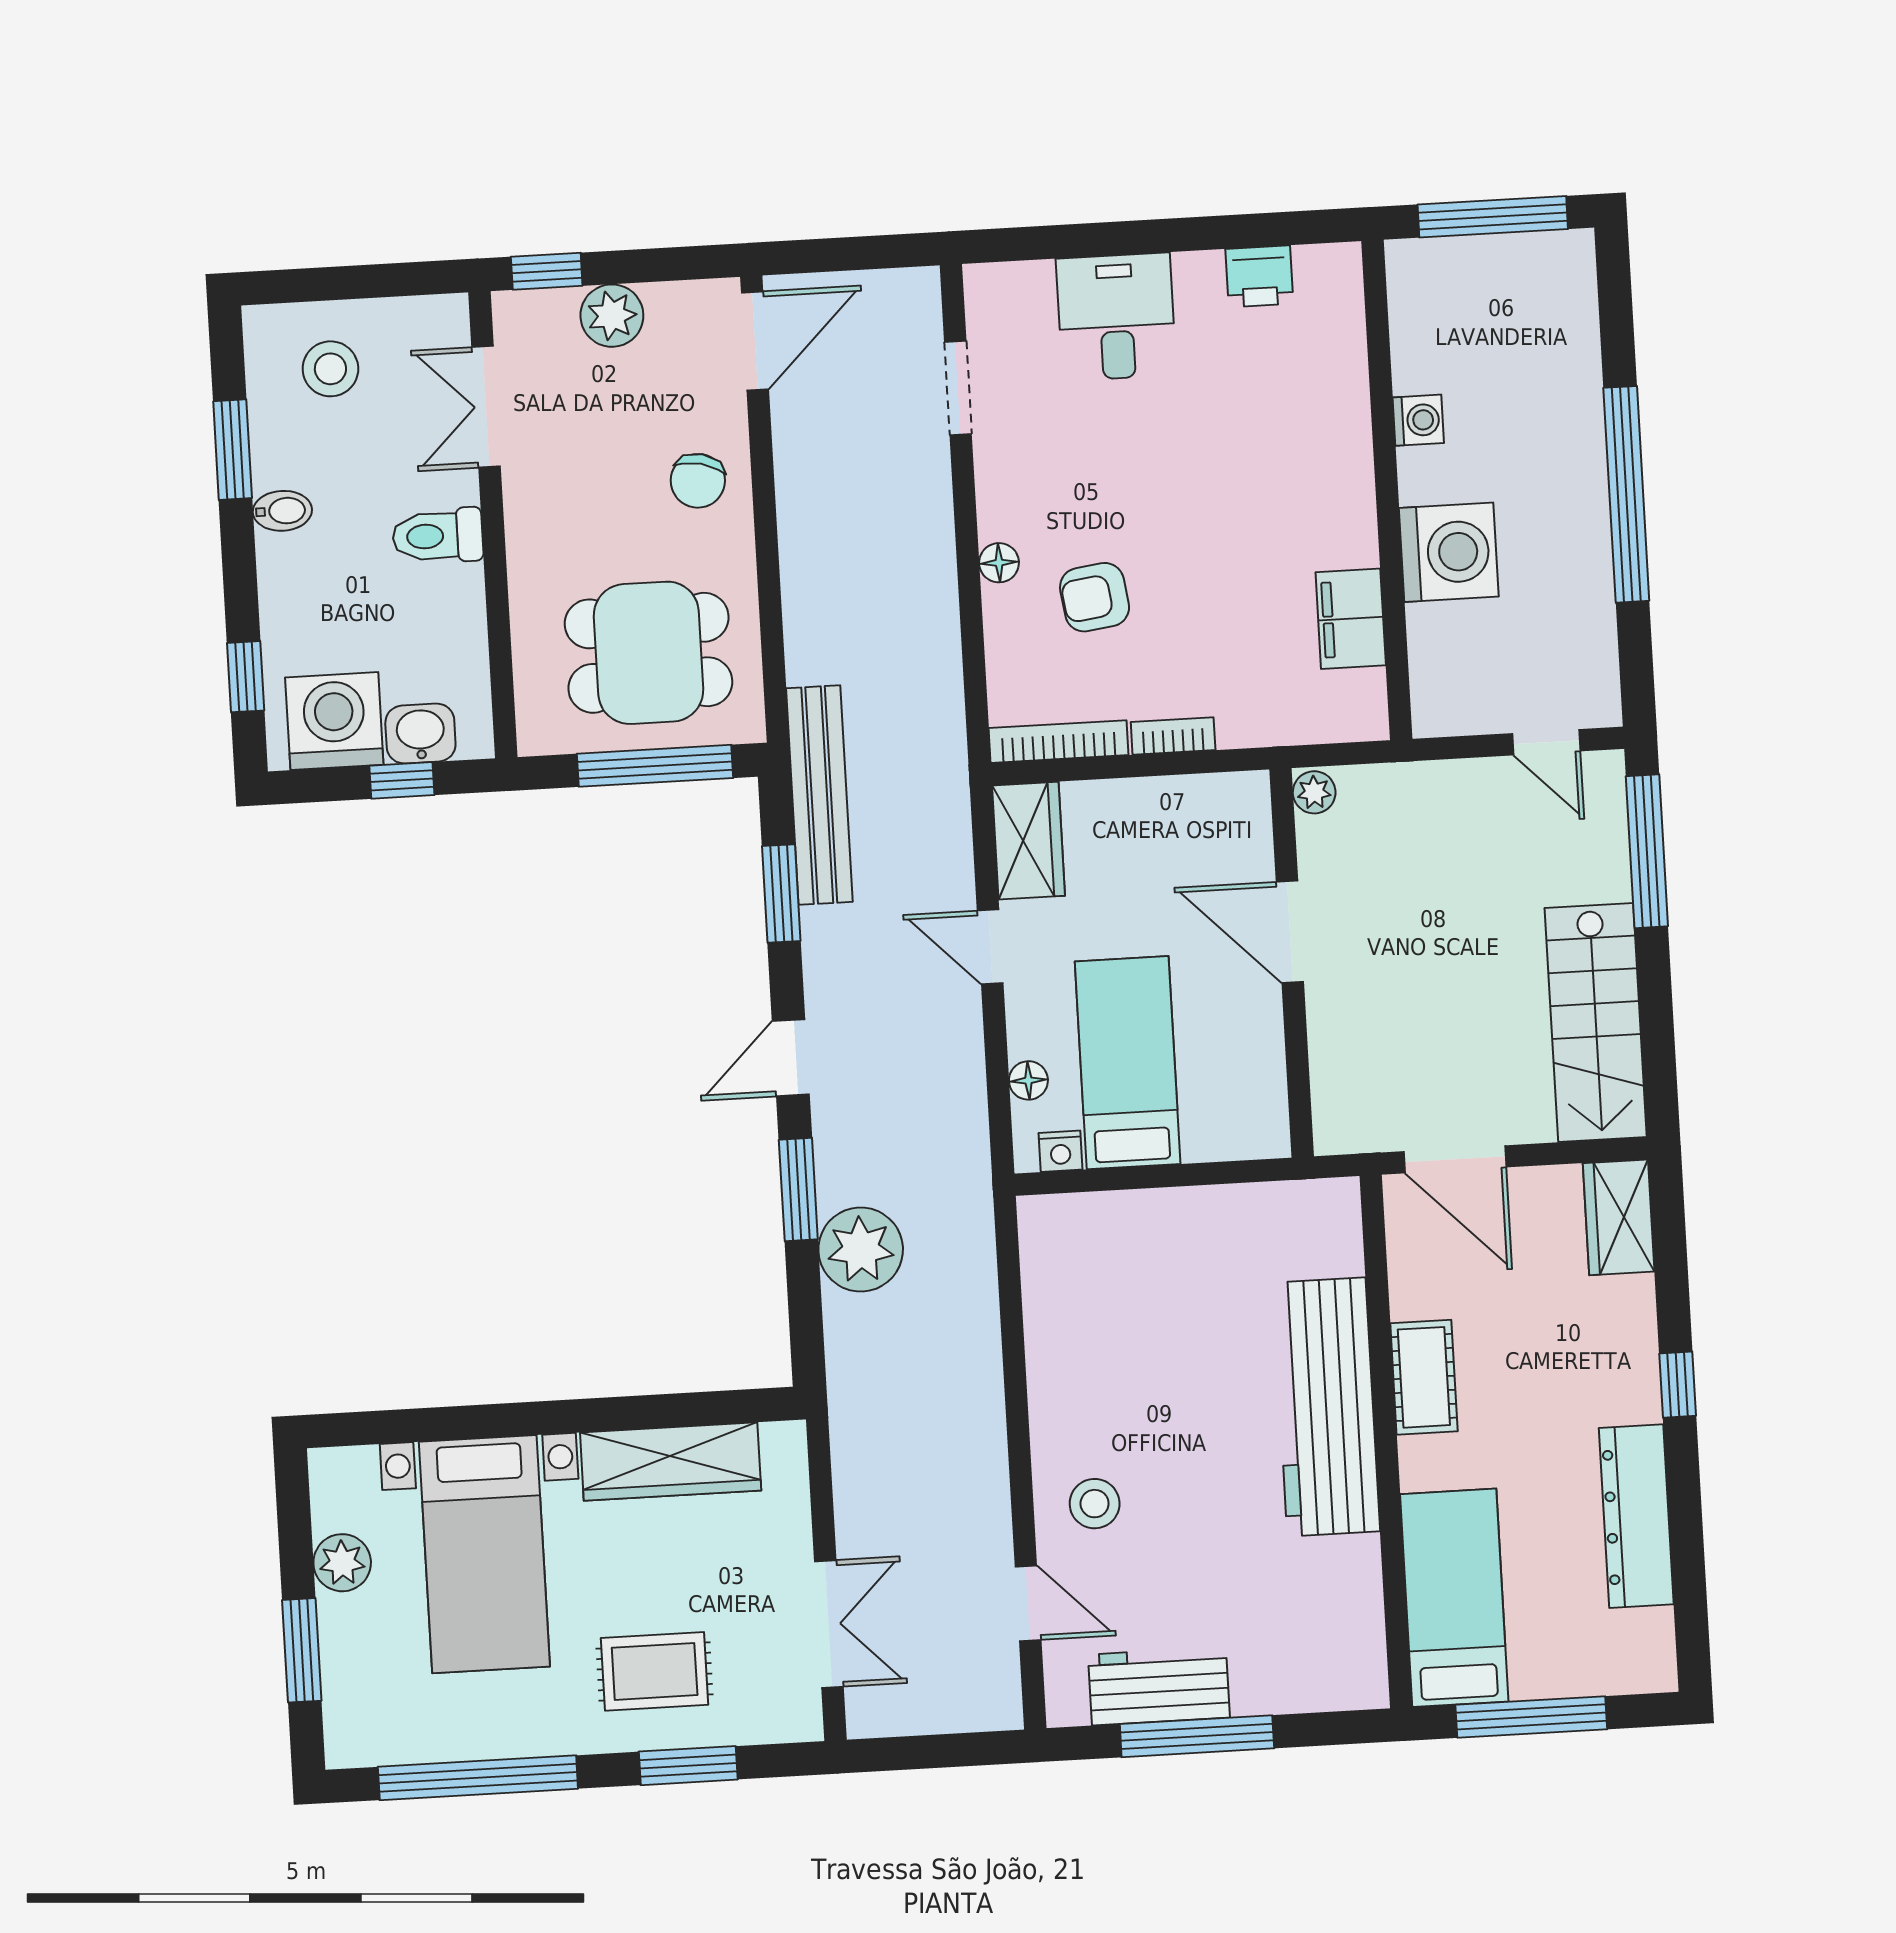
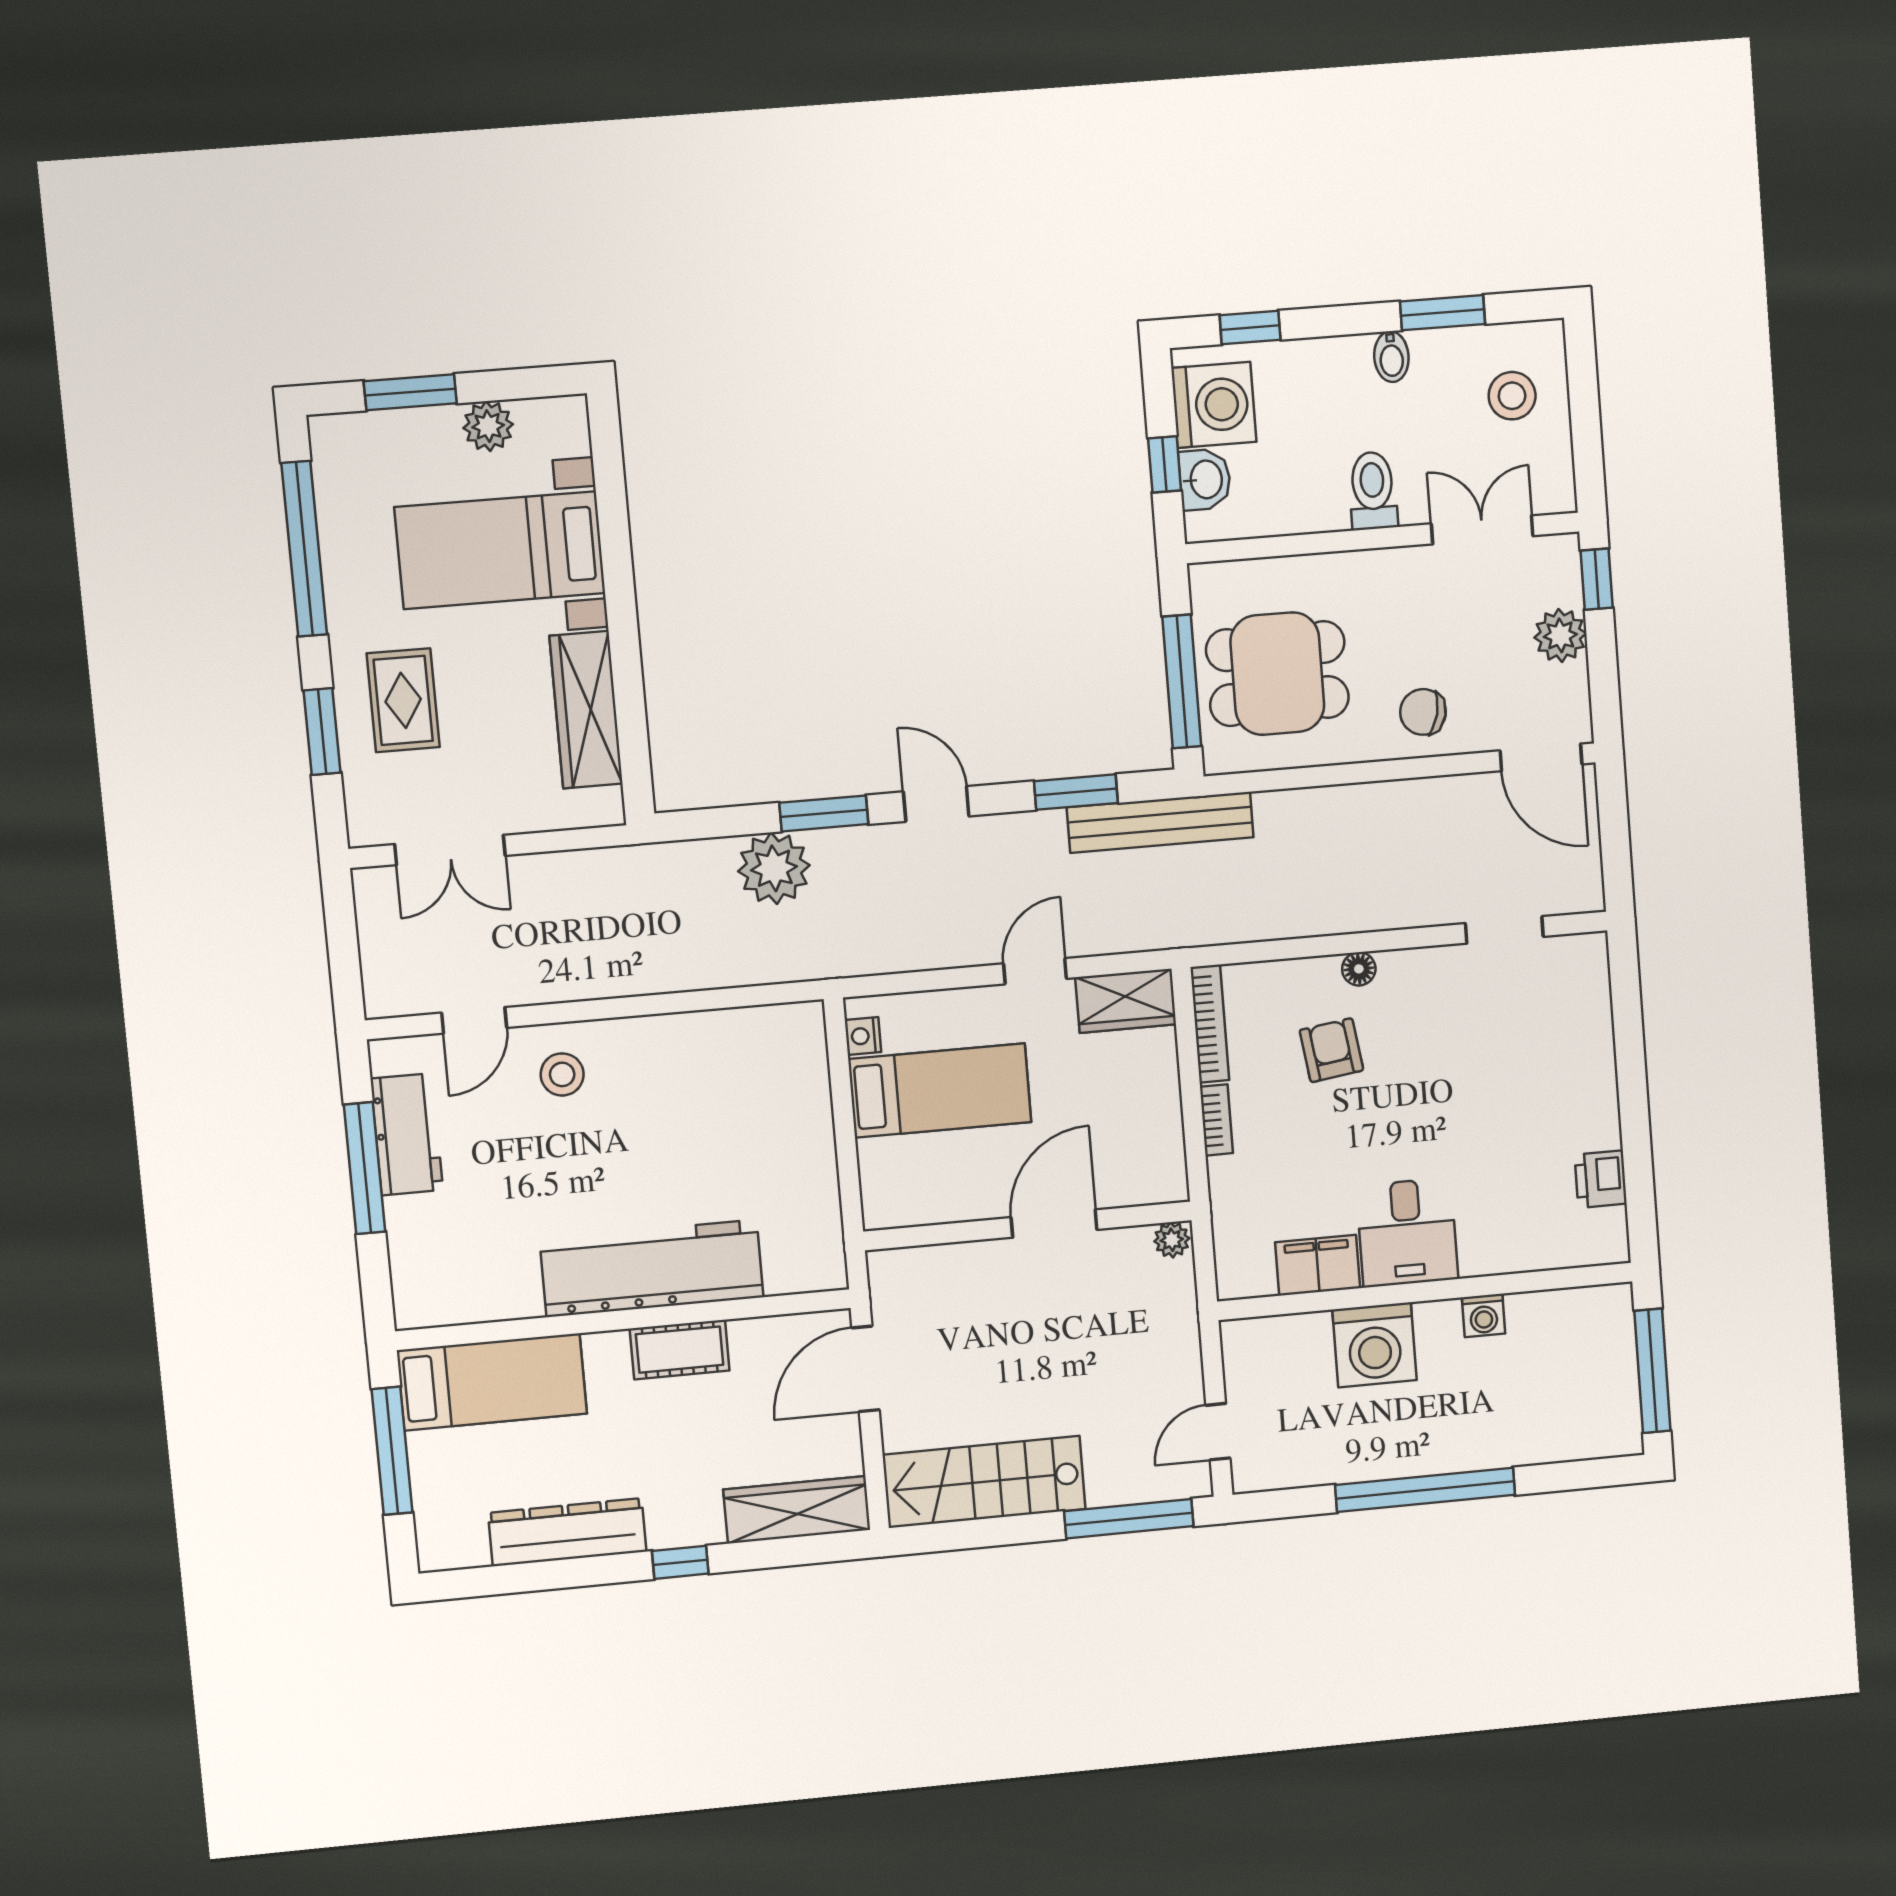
desk: (1116, 317) -> (1407, 1232), moved, turned 90
dining table: (649, 653) -> (1277, 674), turned 90
floor lamp: (1028, 1080) -> (922, 1007), removed
wardrobe: (1619, 1217) -> (797, 1510), width x1.50

